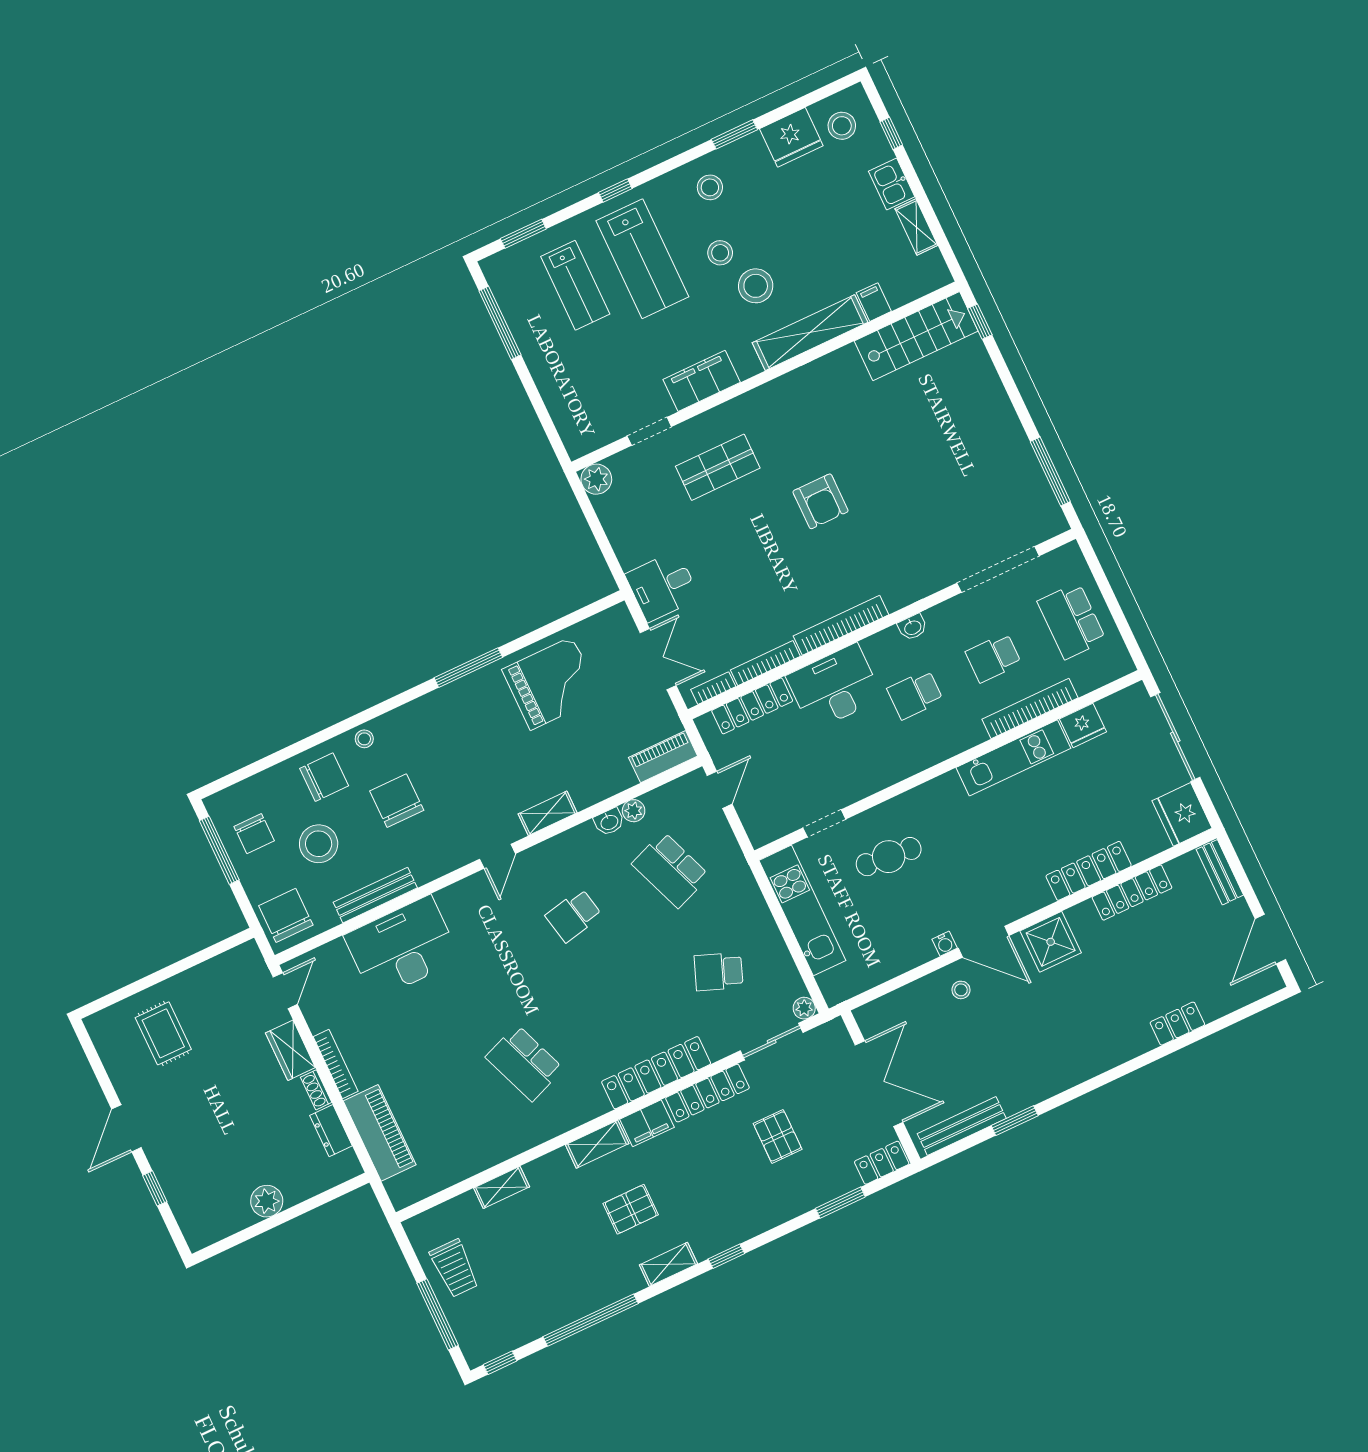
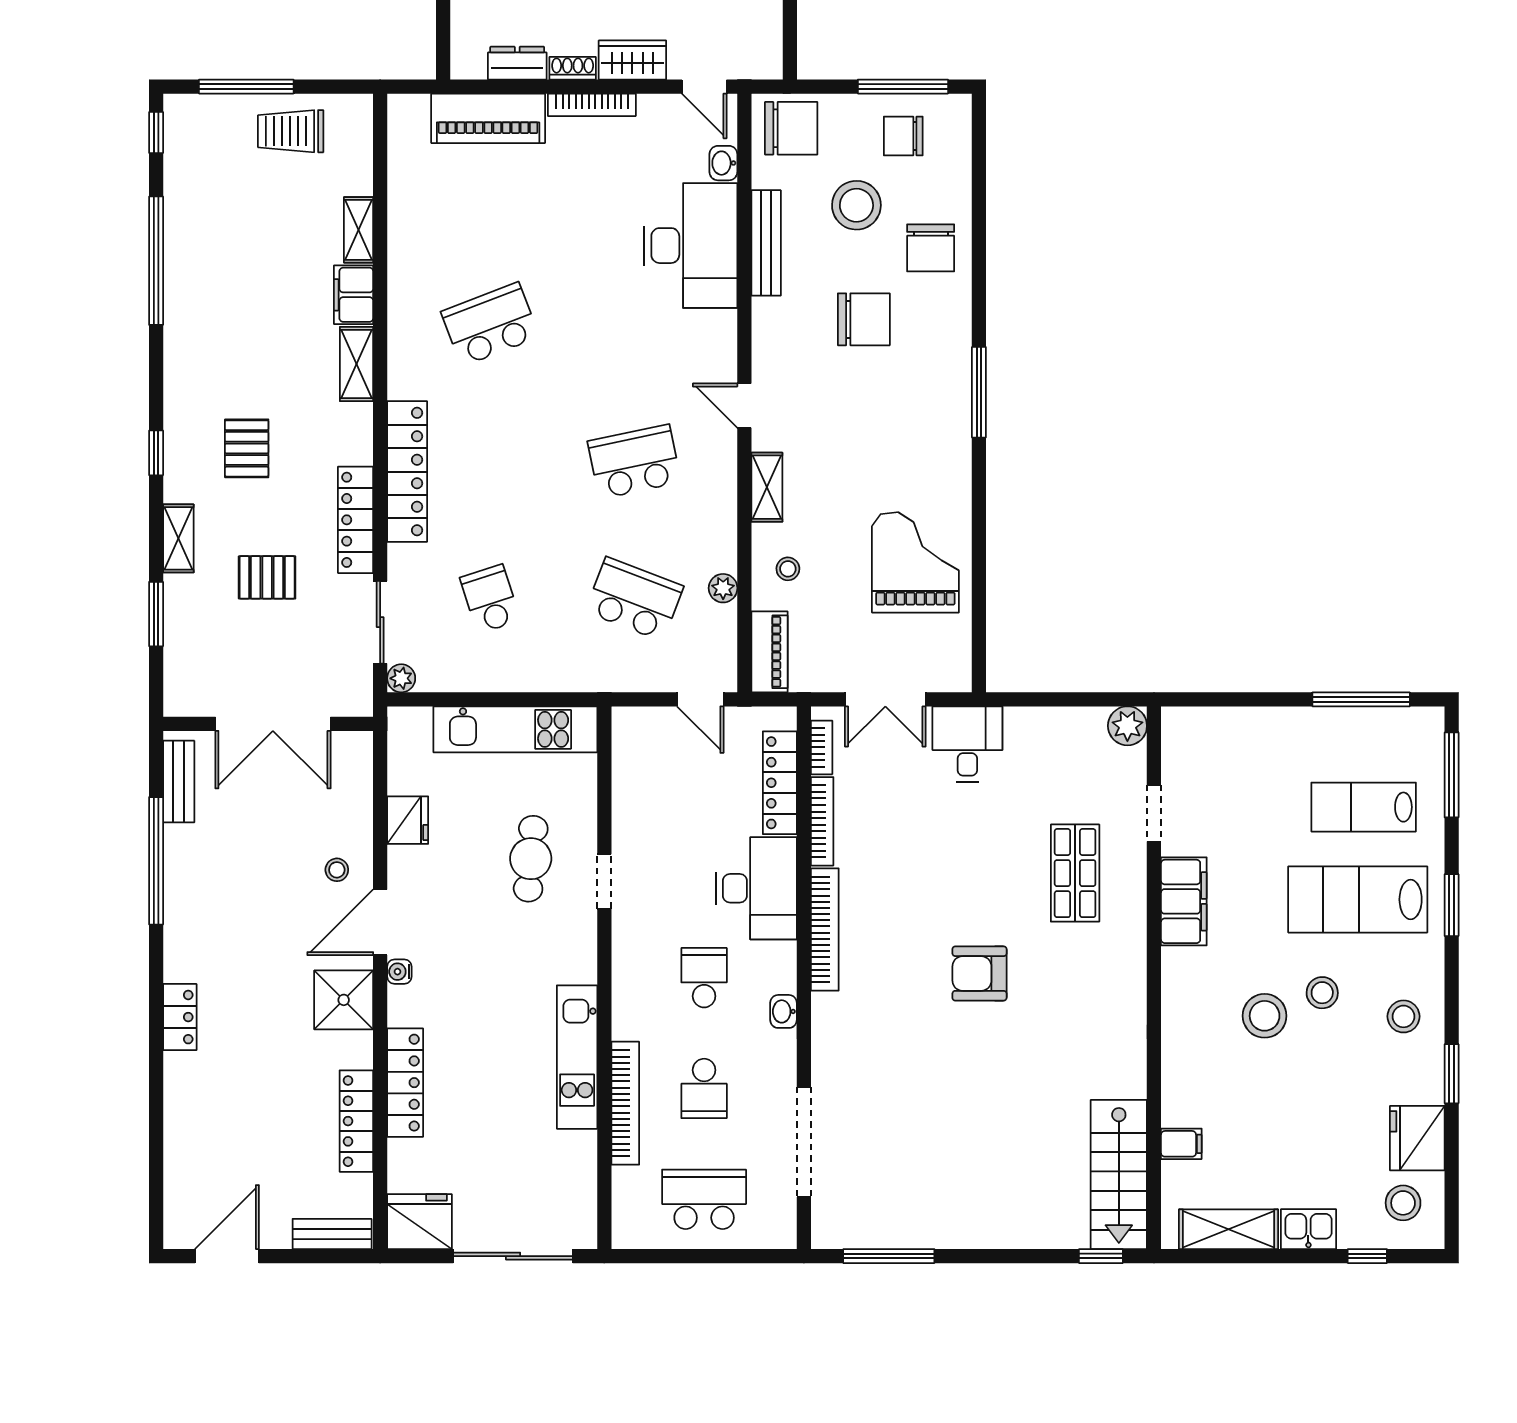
window: (615, 190) -> (1452, 905), width x1.50
shelving: (916, 227) -> (1229, 1229), width x1.50, depth x1.33
window: (523, 234) -> (1452, 775), width x1.44
shelving: (810, 333) -> (1181, 1053), removed
school desk: (993, 658) -> (704, 1088), turned 180
window: (468, 668) -> (979, 392), moved
grand piano: (551, 683) -> (915, 562), turned 180
fridge: (1083, 725) -> (408, 820), moved, turned 180
stool: (364, 739) -> (788, 569), moved
washbasin: (609, 822) -> (723, 163), moved
doorway: (824, 823) -> (604, 881), moved
school desk: (671, 870) -> (634, 599), turned 42
school desk: (574, 915) -> (634, 462), width x1.85
door: (1270, 939) -> (227, 1256), hinge flipped
water cooler: (945, 944) -> (399, 972), moved
school desk: (719, 972) -> (490, 599), turned -39
locker: (1177, 1024) -> (180, 1017), moved
window: (1015, 1121) -> (156, 861), width x2.11
filing cabinet: (647, 1123) -> (354, 295), moved
bench: (962, 1126) -> (179, 782), width x0.73
locker: (882, 1163) -> (180, 684), removed
pallet: (631, 1209) -> (247, 448), moved
shelving: (668, 1264) -> (178, 538), moved

